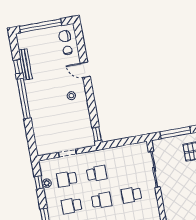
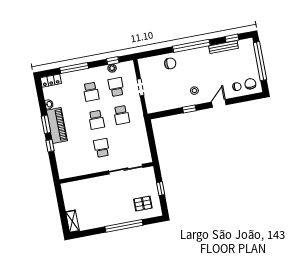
window: (18, 67) -> (232, 38), moved
chair: (42, 121) -> (170, 63), added
window: (175, 133) -> (161, 189), width x0.46
window: (97, 134) -> (189, 109), moved
school desk: (72, 206) -> (91, 92), turned 180

